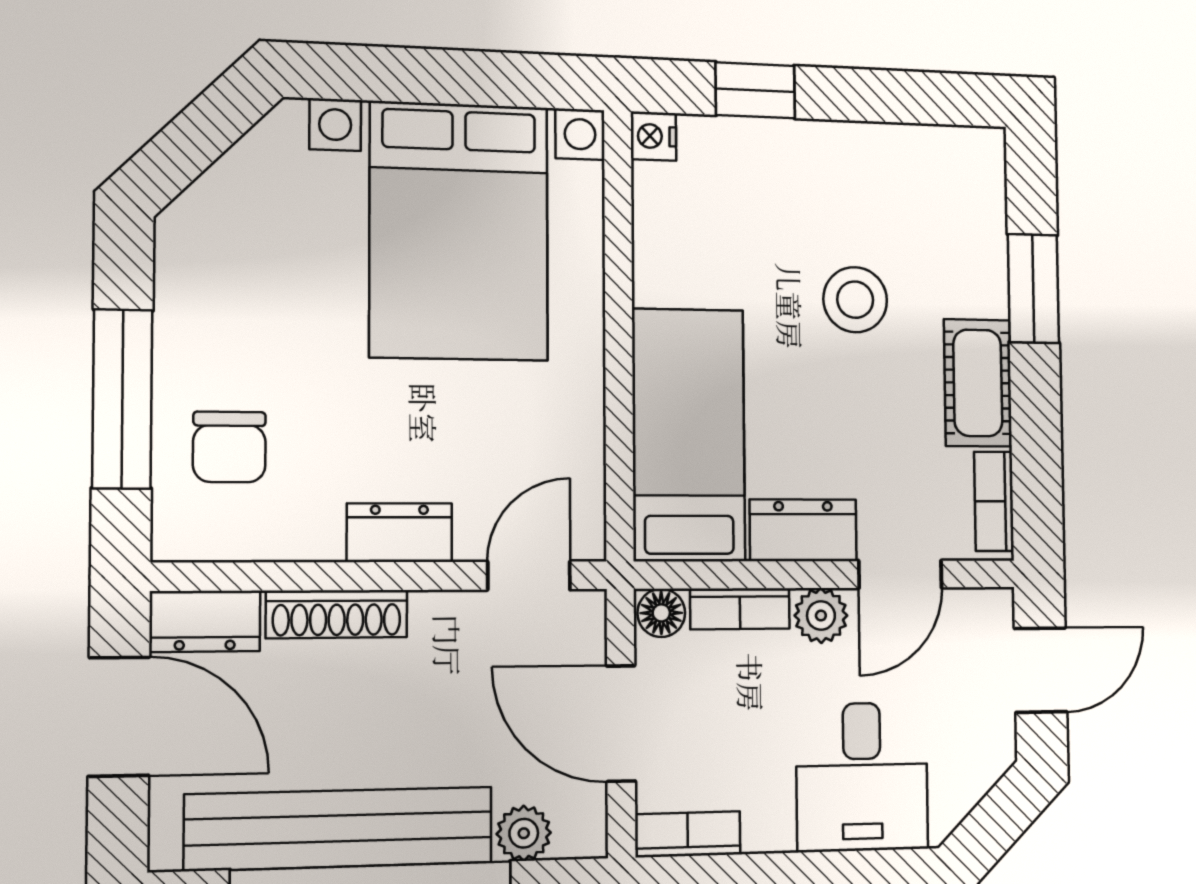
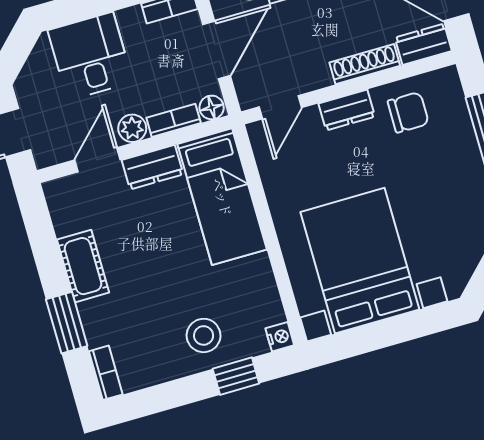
stool: (855, 300) -> (204, 335), moved
chair: (229, 447) -> (408, 112), moved, turned 90
bookcase: (994, 501) -> (106, 373), moved
door: (621, 724) -> (217, 50), hinge flipped

